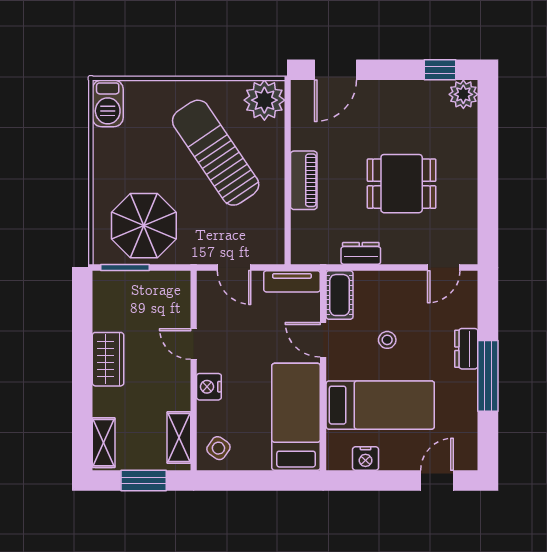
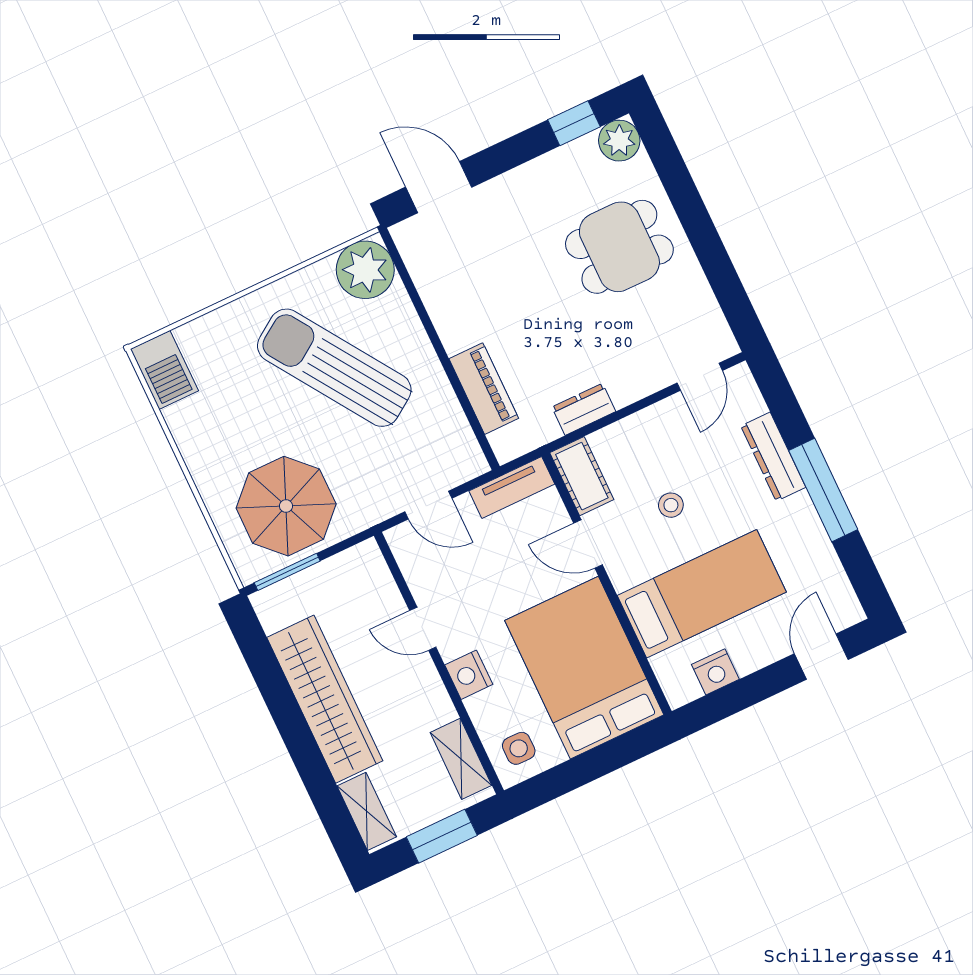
door: (335, 70) -> (439, 187), swing flipped
piano: (304, 180) -> (484, 389), moved
dining table: (402, 184) -> (619, 247), moved
dresser: (466, 349) -> (773, 457), width x1.44
wardrobe: (108, 359) -> (325, 699), width x2.10, depth x1.17
bed: (296, 417) -> (584, 668), width x1.50
side table: (218, 448) -> (519, 748), turned -35

